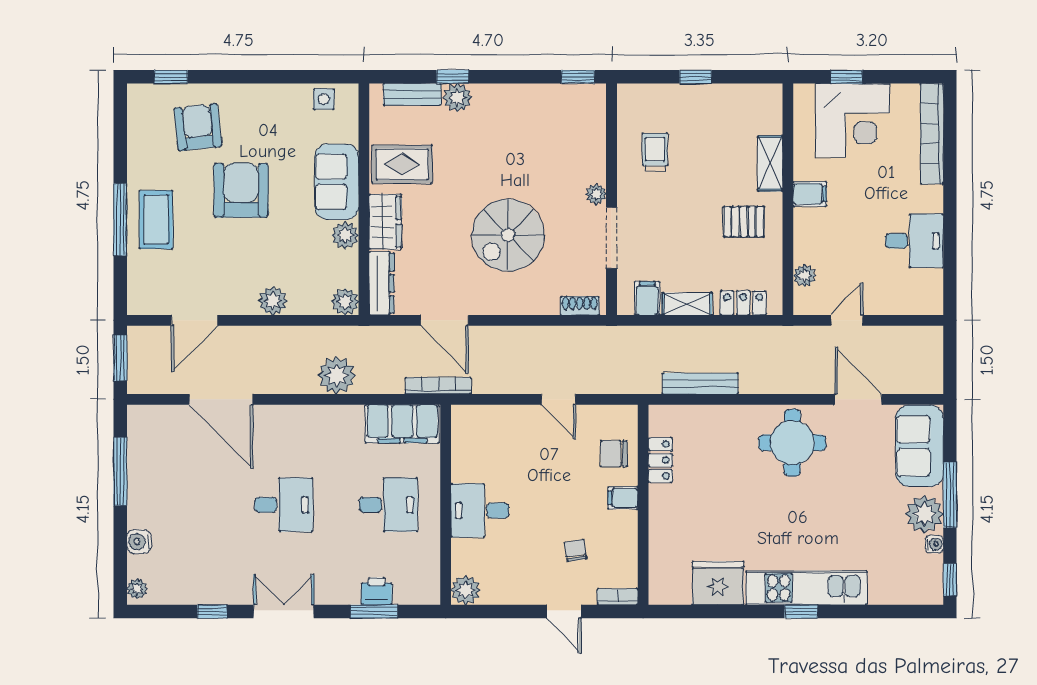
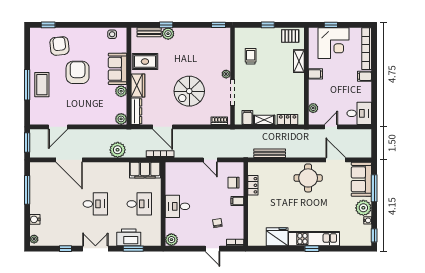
filing cabinet: (927, 200) -> (364, 76), added
pallet: (744, 222) -> (290, 36), moved
desk: (914, 241) -> (359, 113), moved
plant: (273, 301) -> (91, 119), removed
window: (950, 495) -> (374, 188), moved
printer: (377, 591) -> (129, 237), width x1.87, depth x1.48

